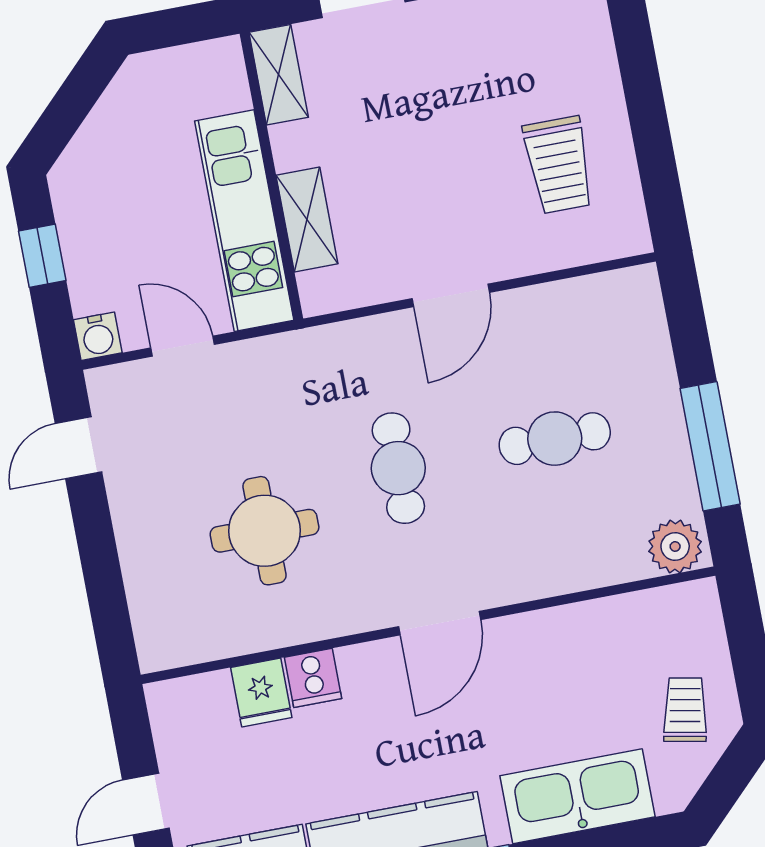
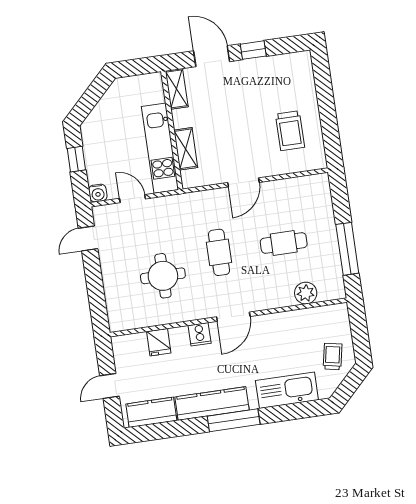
plant: (675, 546) -> (306, 293), moved
cooker: (313, 678) -> (200, 334), moved

